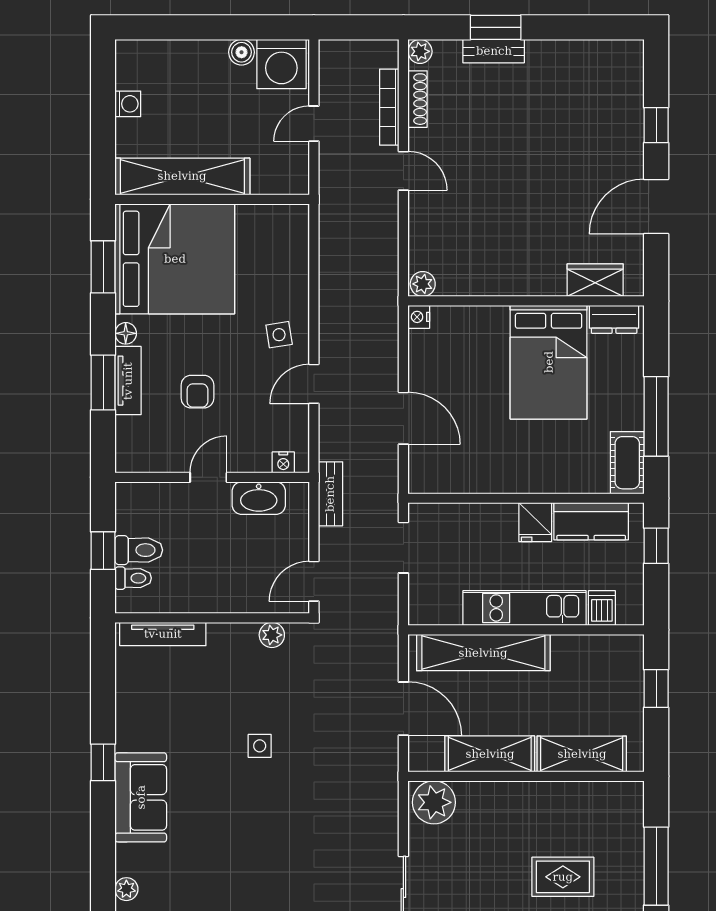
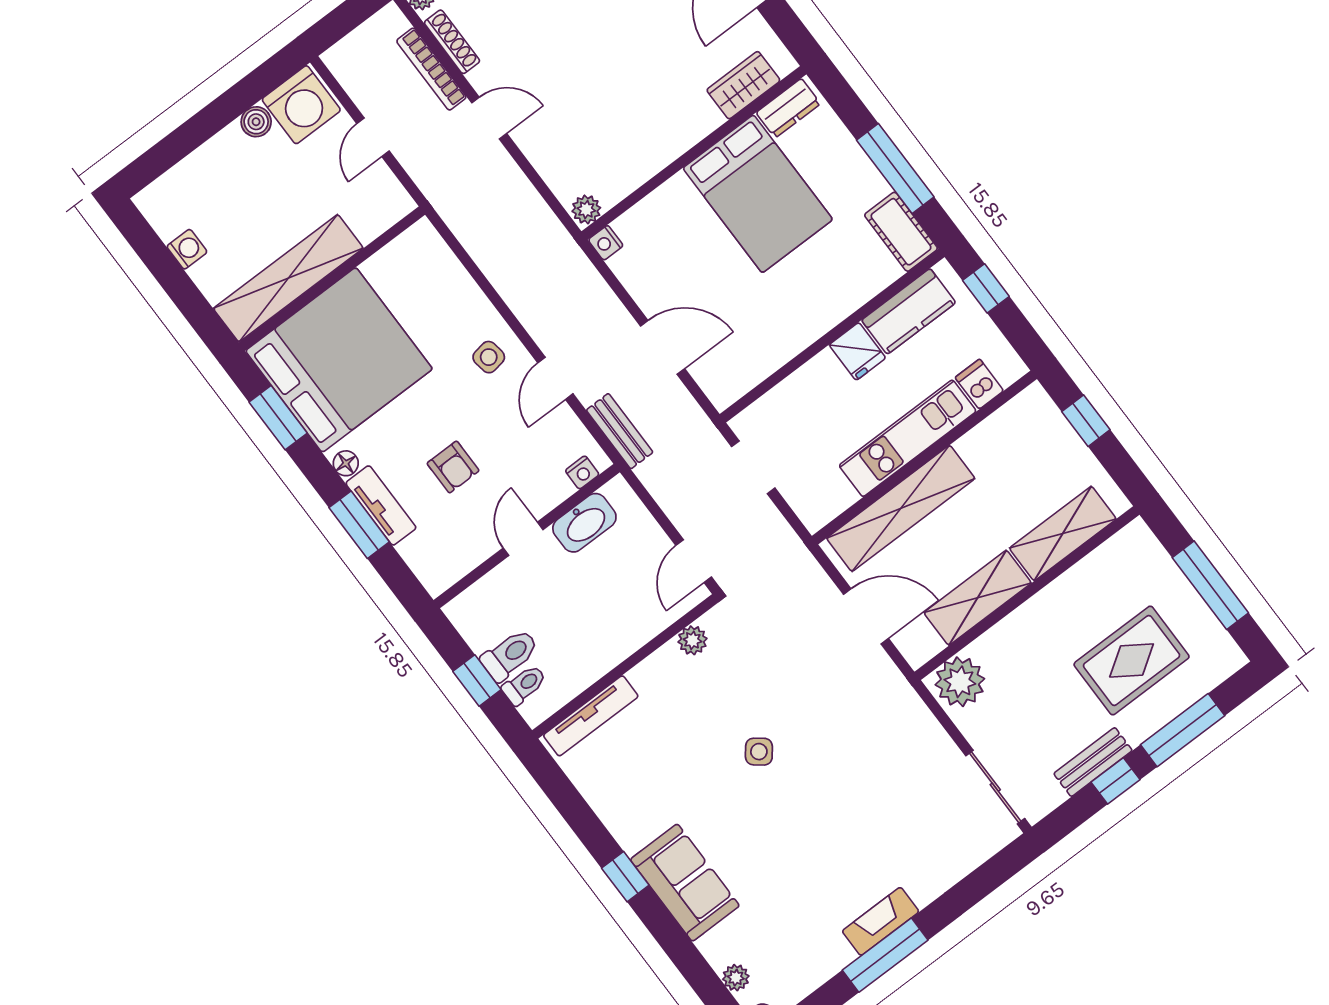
bench: (330, 494) -> (620, 431), moved
side table: (260, 746) -> (759, 752), turned 38
rug: (563, 877) -> (1132, 660), width x1.36, depth x1.43

